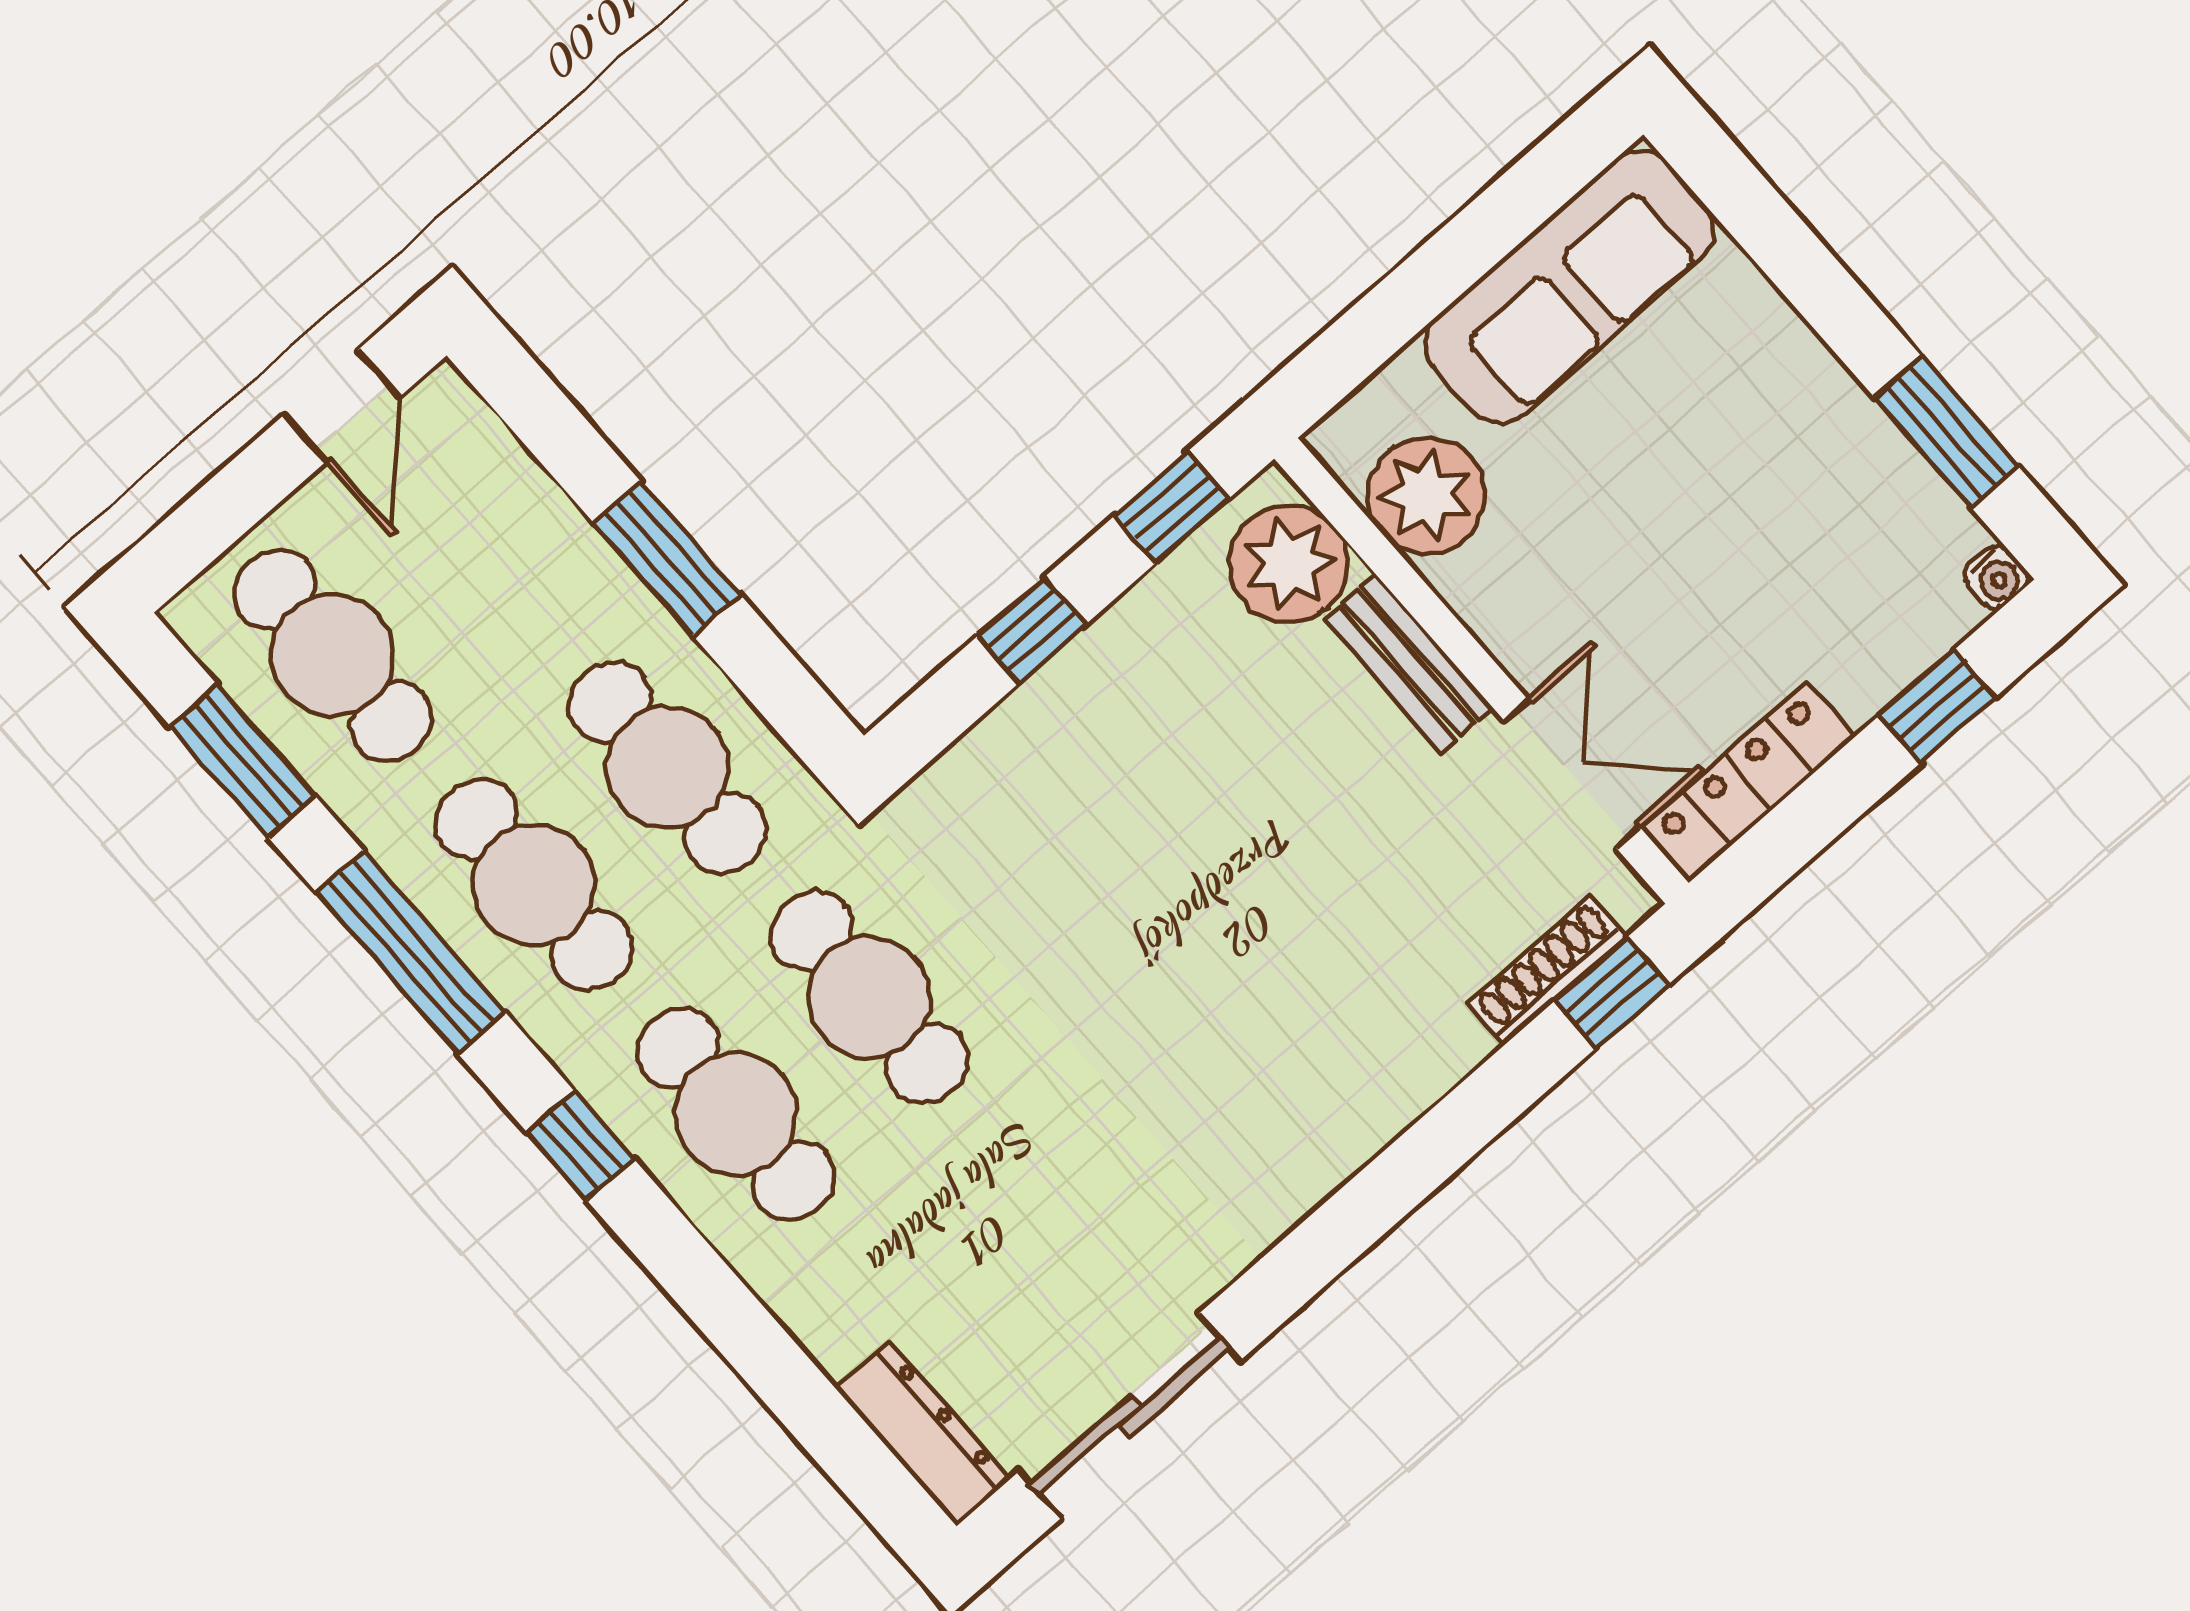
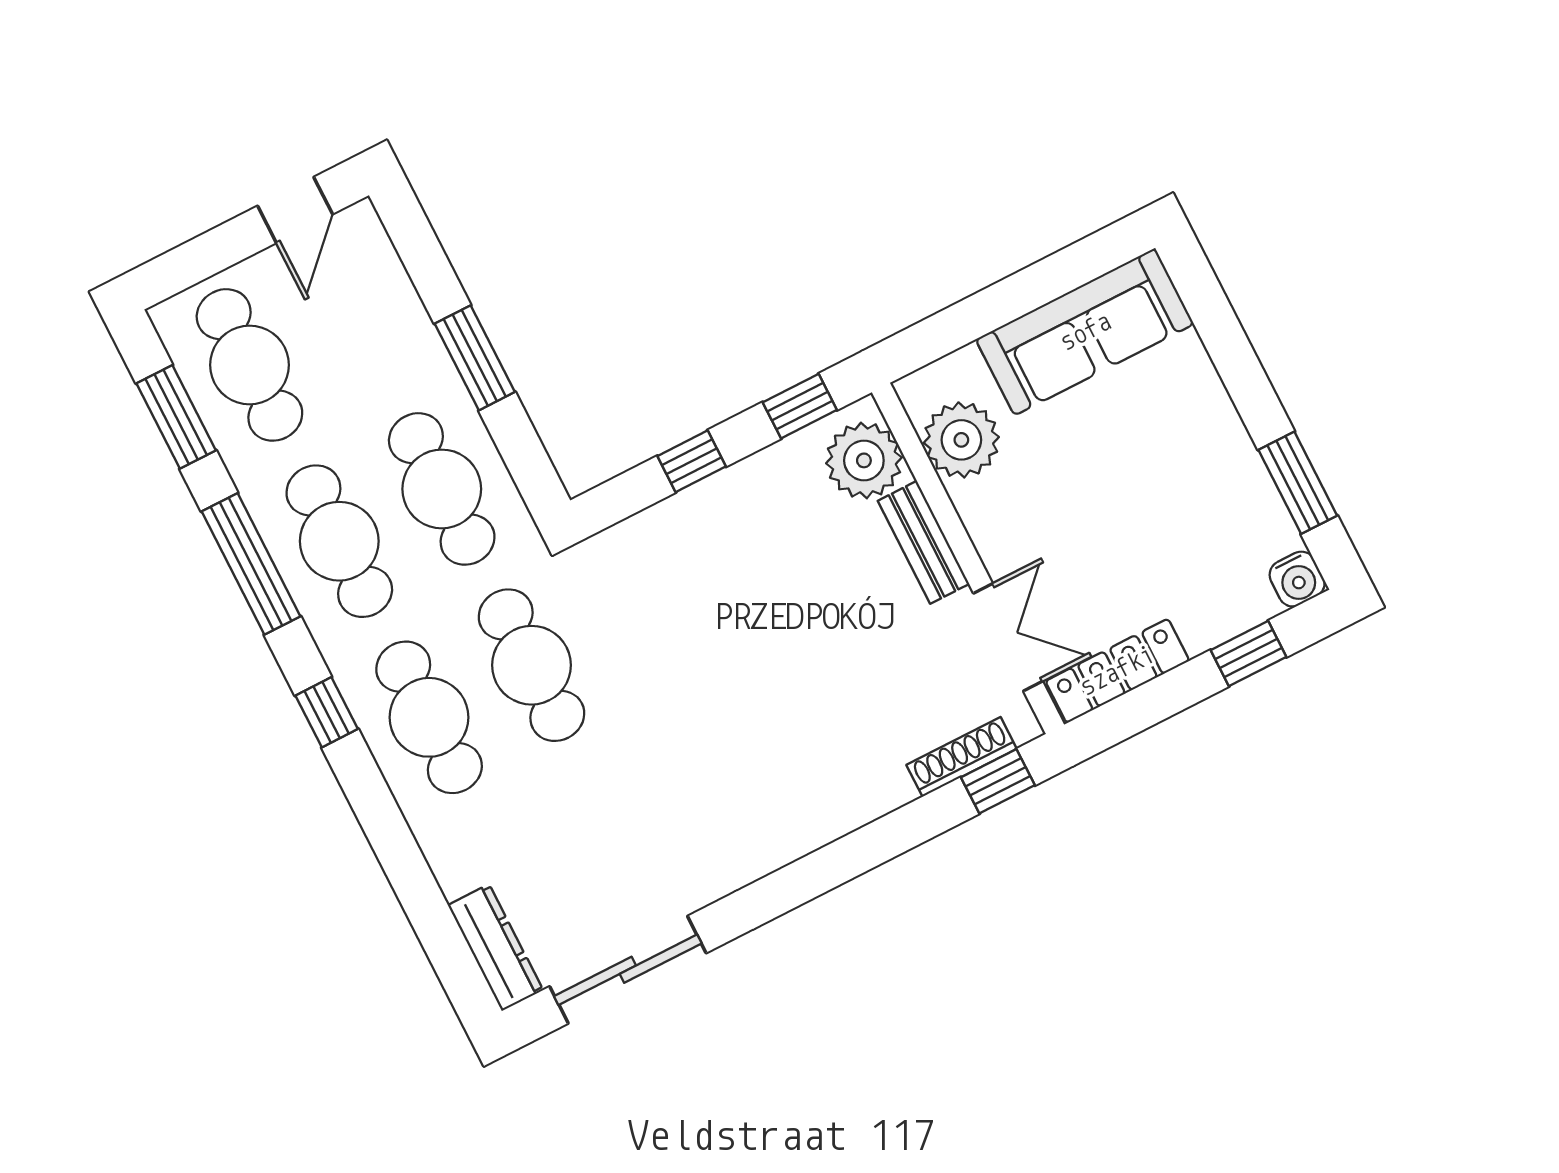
water cooler: (1996, 577) -> (1297, 579), width x1.38, depth x1.38

